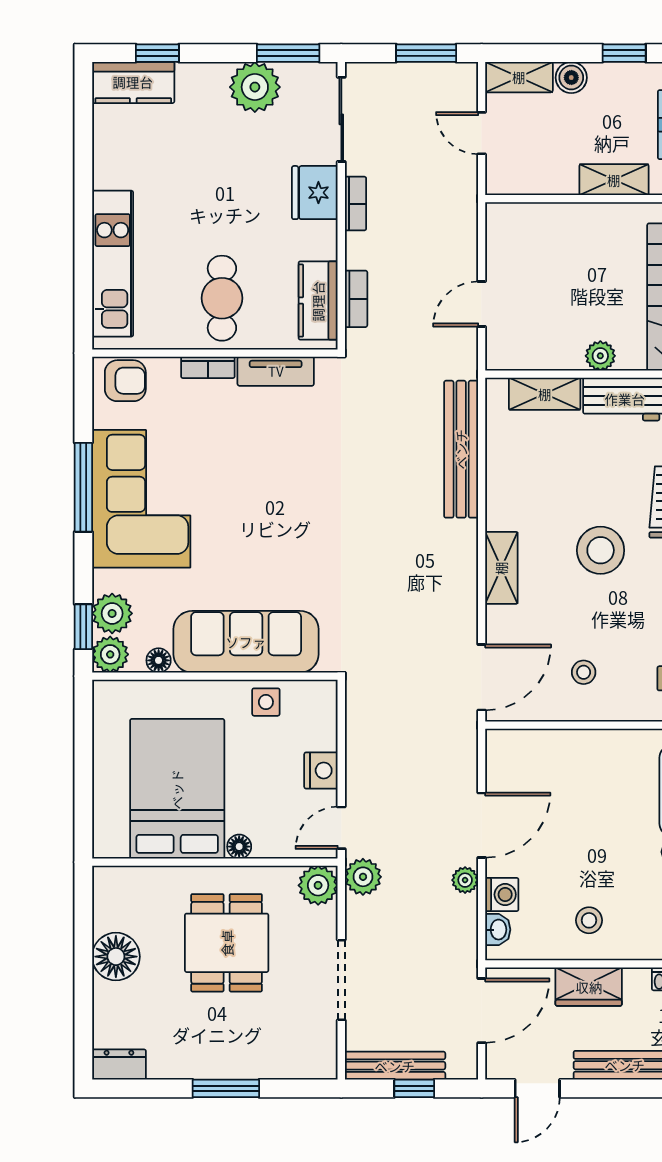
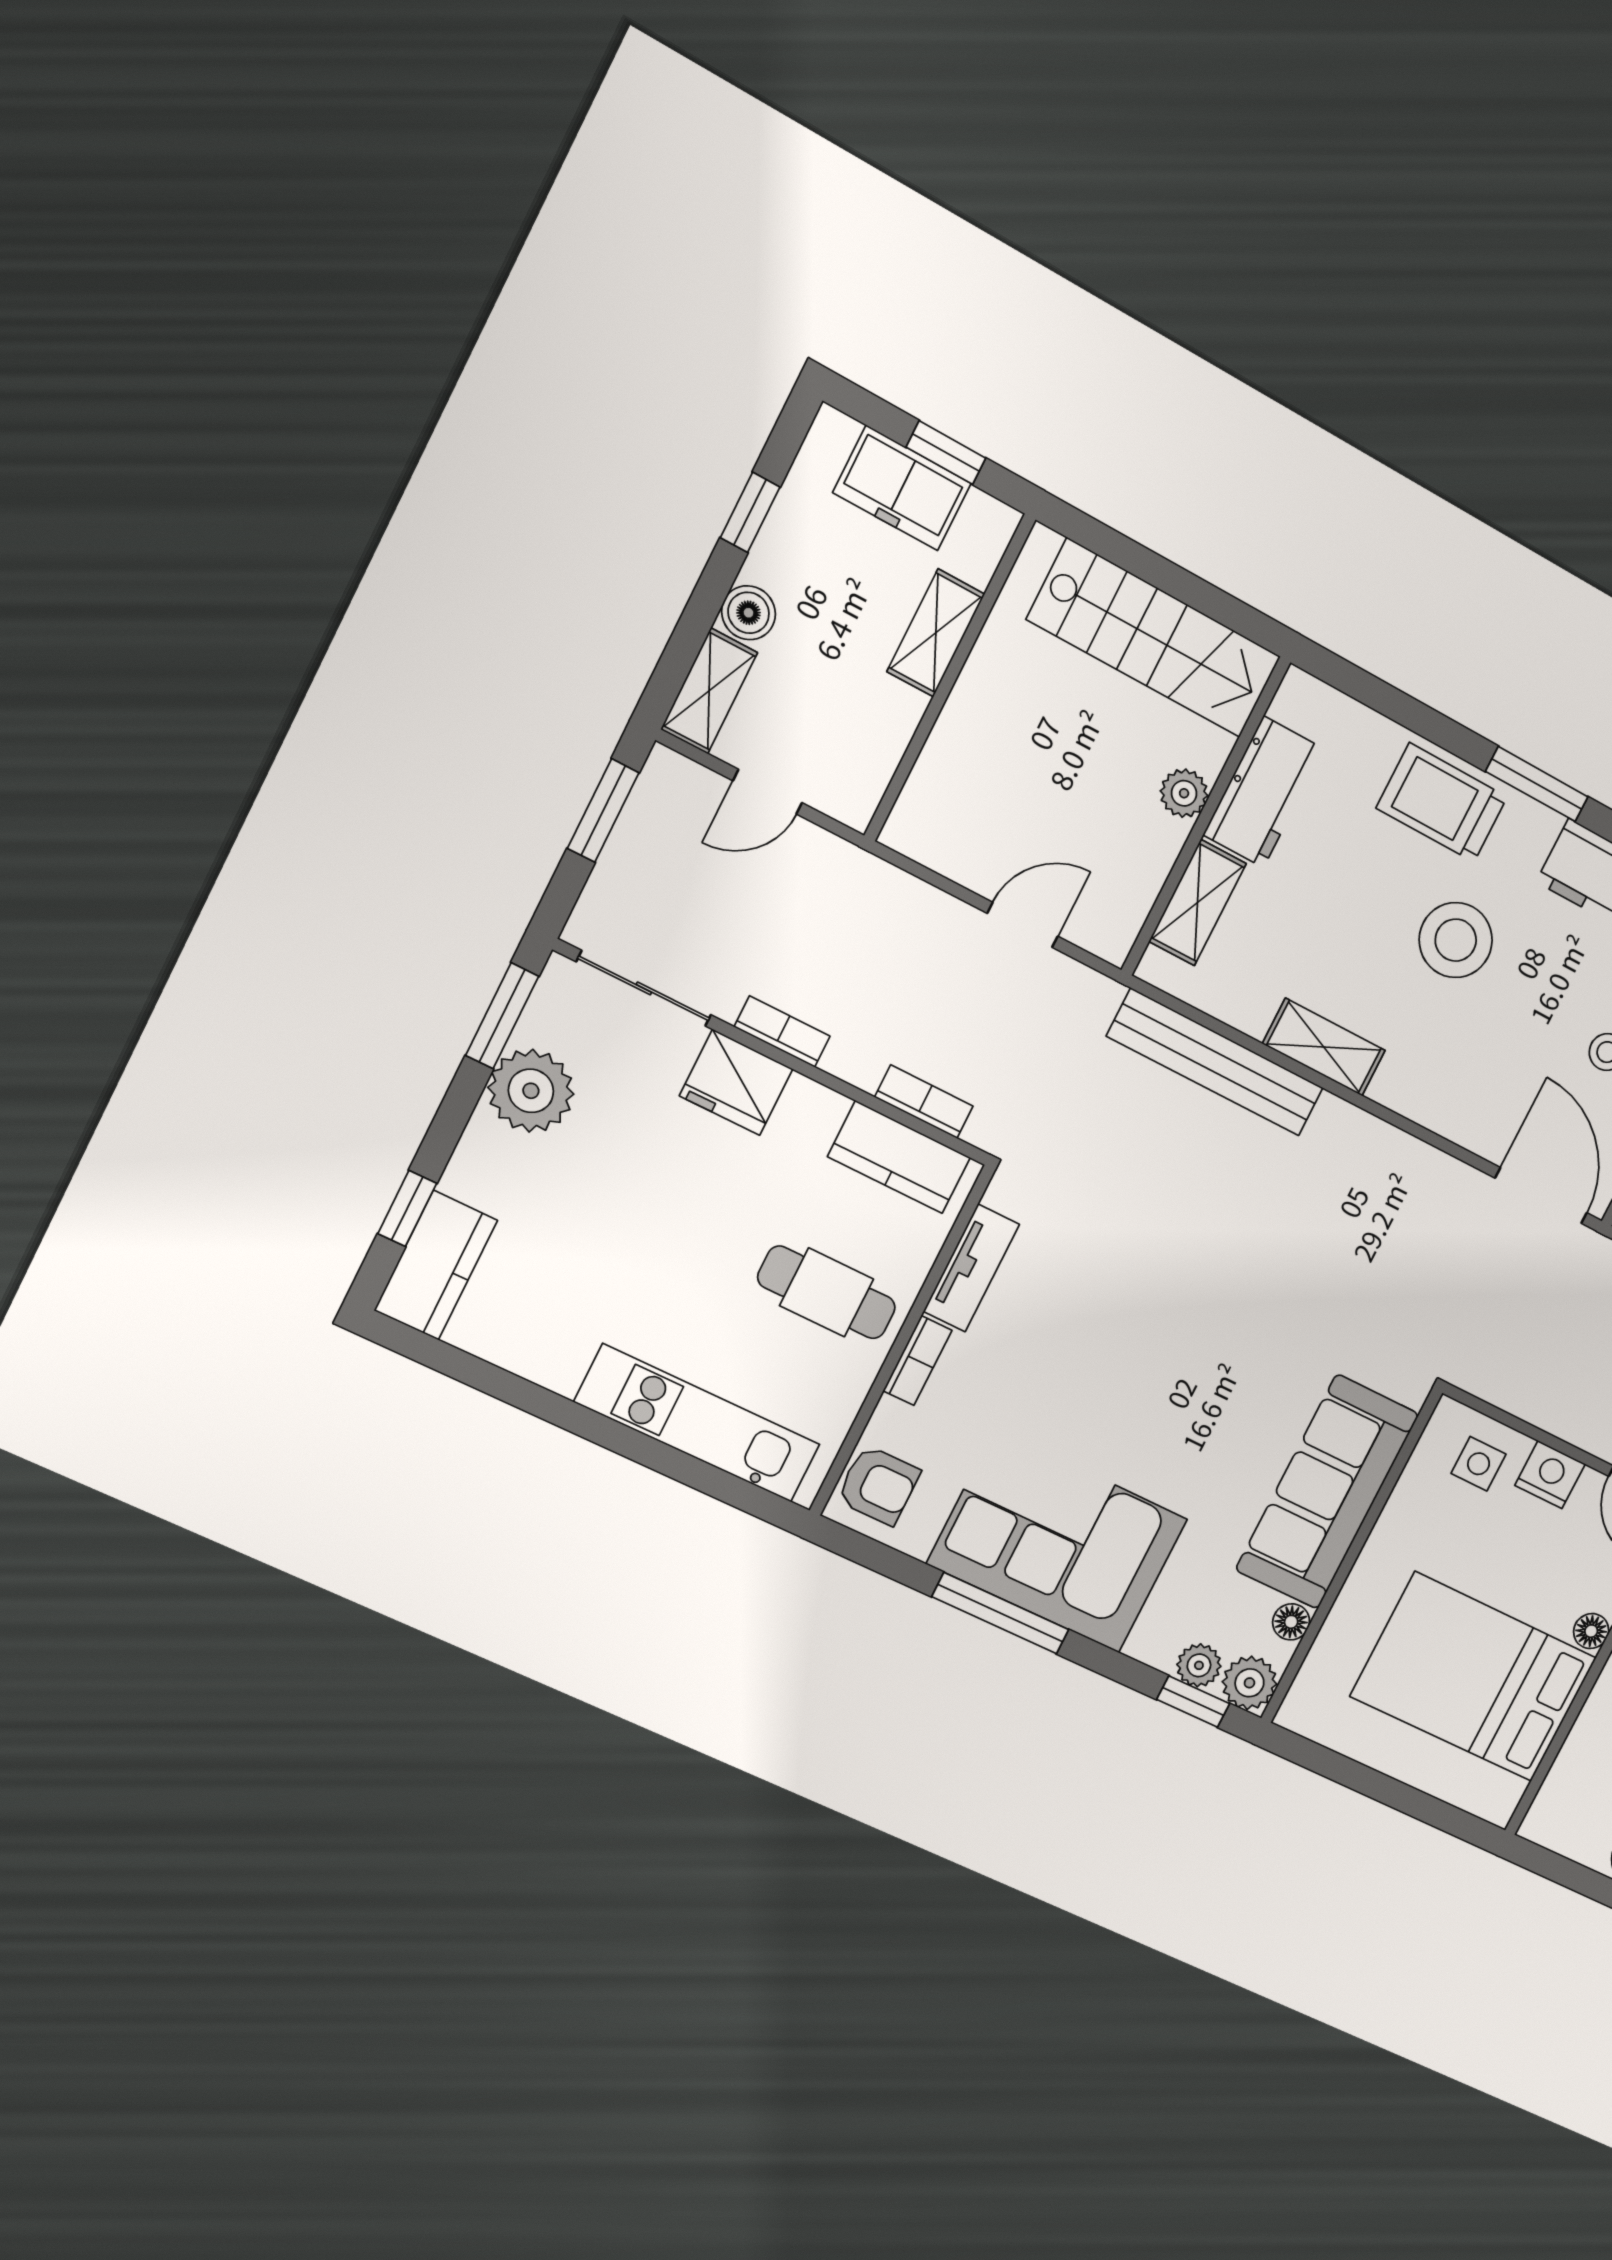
door: (482, 304) -> (1023, 925), swing flipped
armchair: (125, 381) -> (878, 1485), turned 90
shelving: (501, 568) -> (1324, 1047), moved
plant: (112, 613) -> (1199, 1665), width x0.73, depth x0.73
side table: (266, 702) -> (1479, 1464), moved

